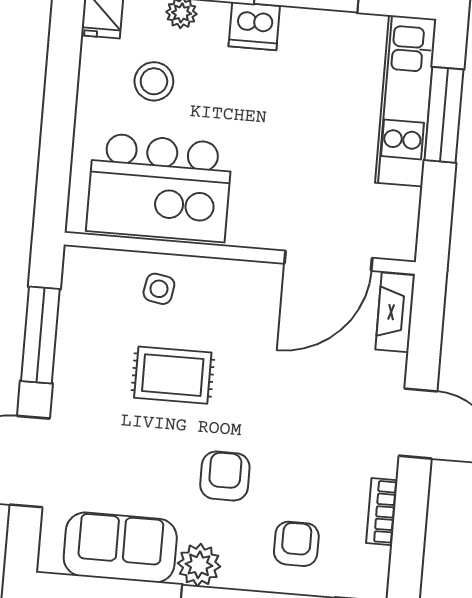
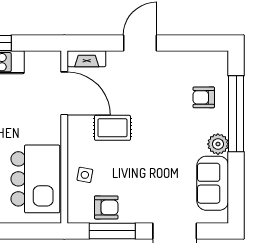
rug: (173, 375) -> (112, 128), moved, turned 90
armchair: (225, 476) -> (106, 207), moved, turned 180
bookcase: (382, 512) -> (184, 57), removed

